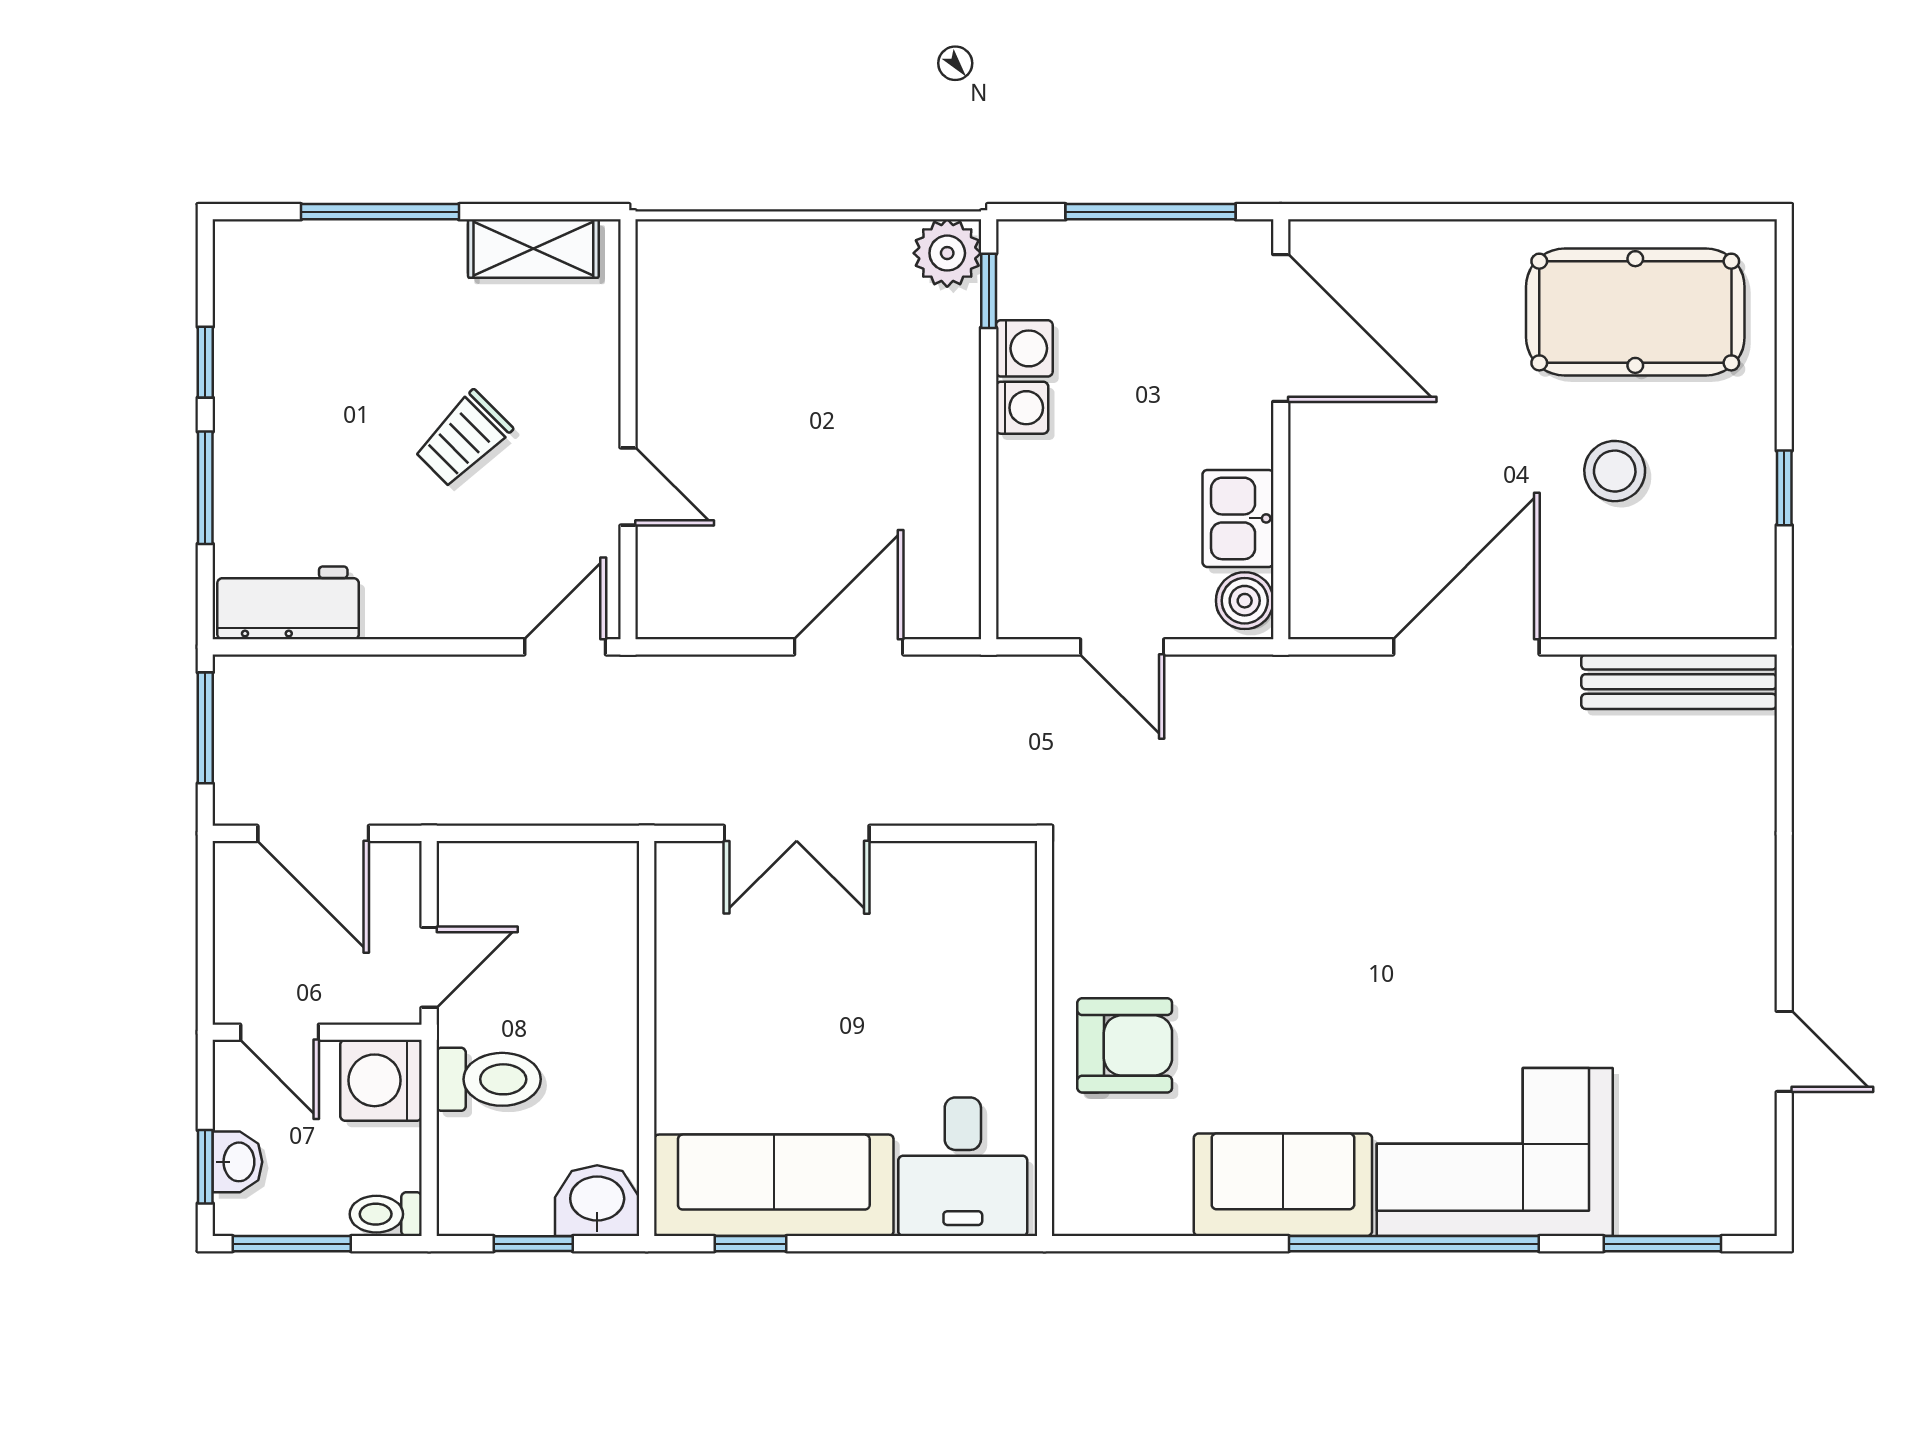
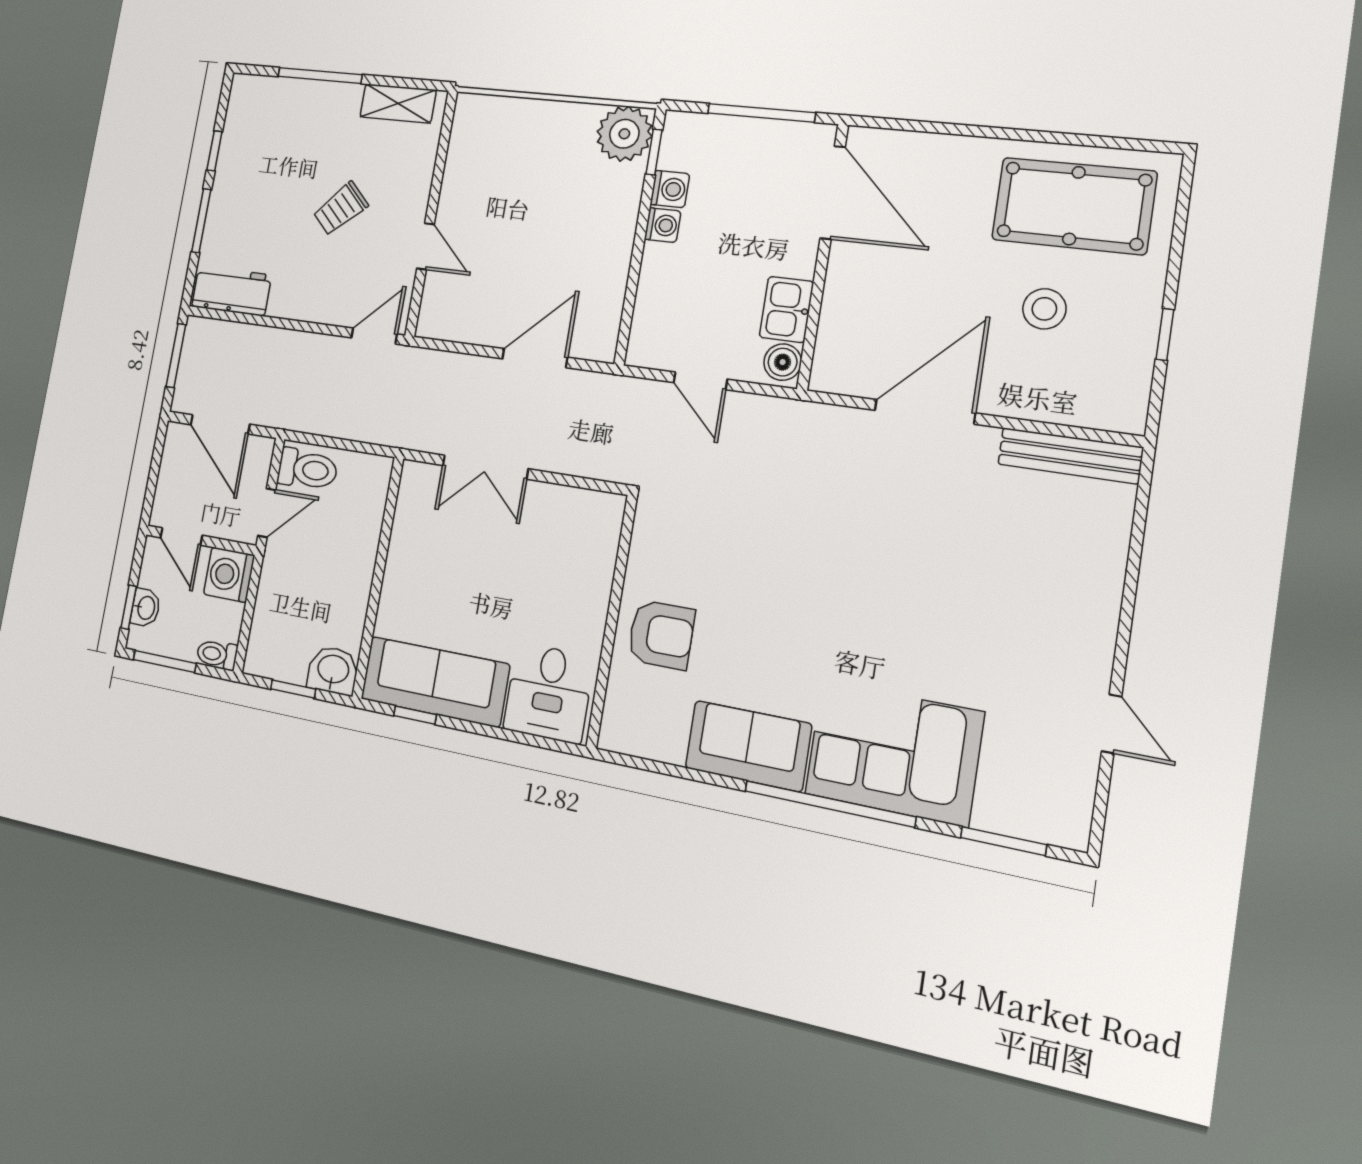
plant: (947, 253) -> (624, 134), width x1.36, depth x1.36
toilet: (489, 1079) -> (308, 469), moved

